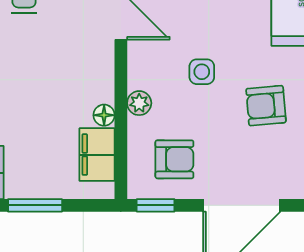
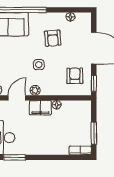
plant: (139, 103) -> (35, 90), moved
filing cabinet: (97, 155) -> (40, 108), moved

